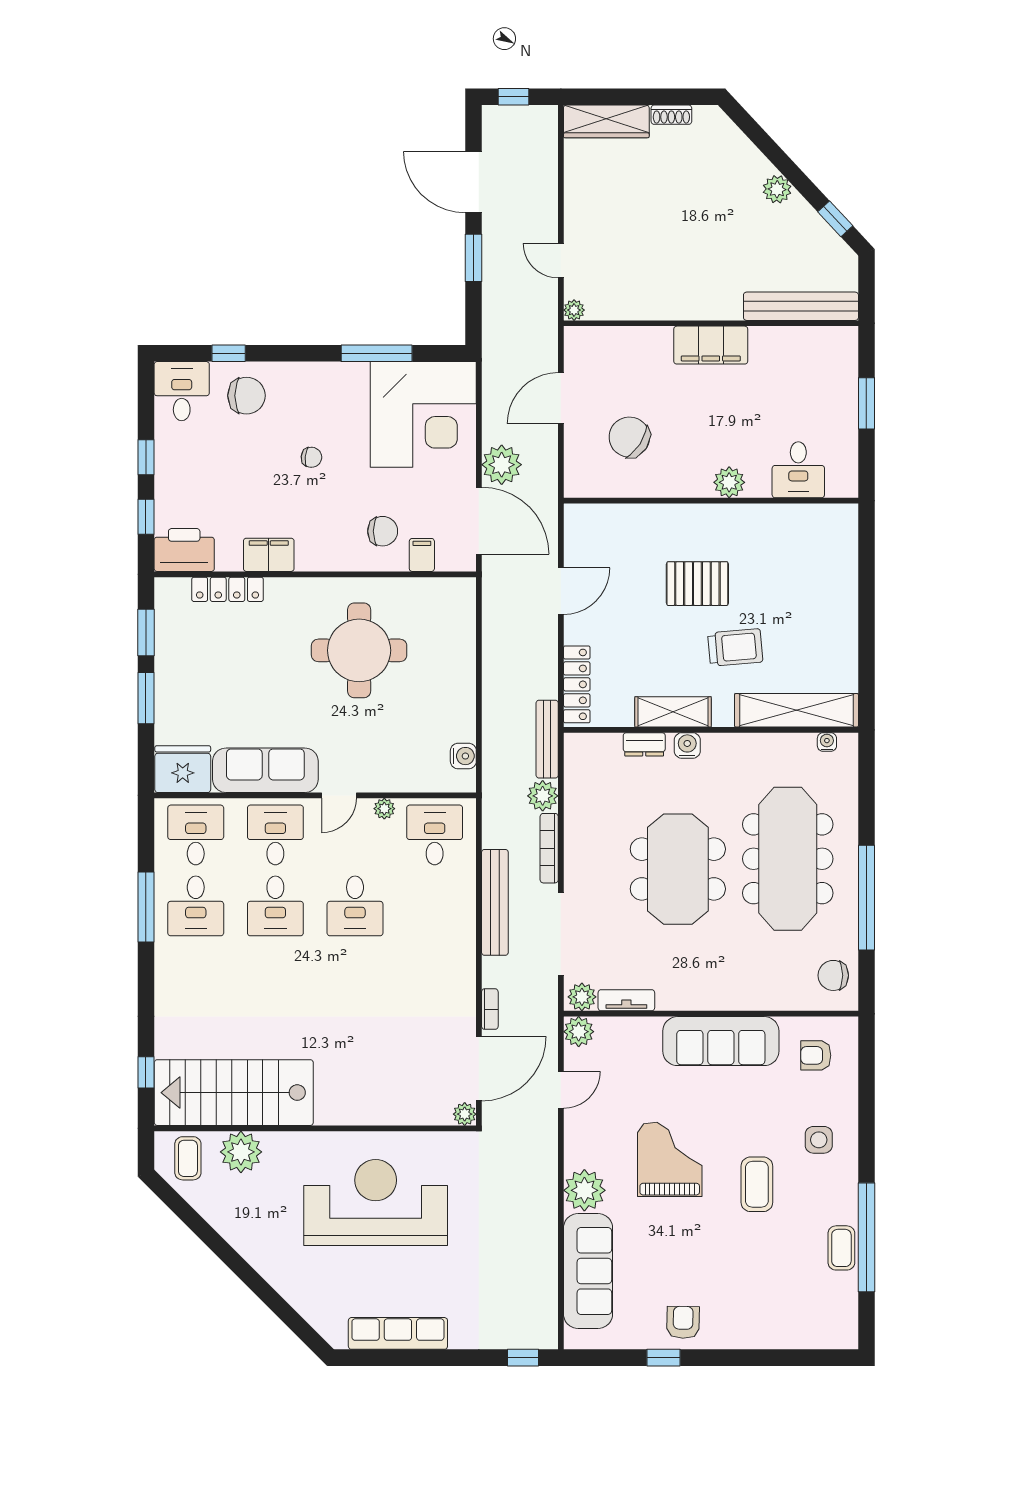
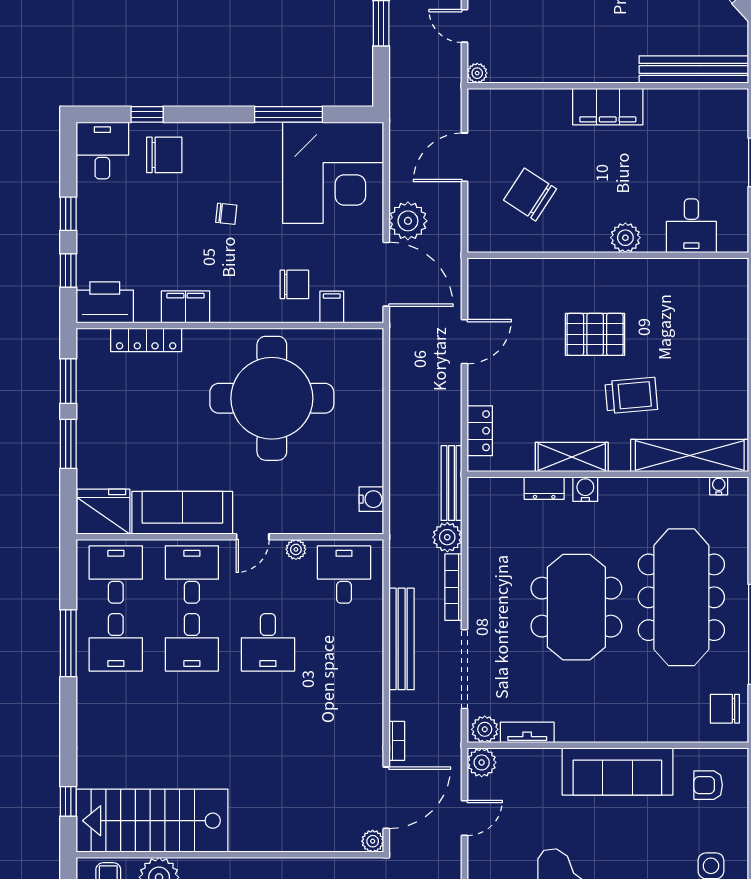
round table: (359, 650) -> (272, 398), width x1.36, depth x1.36
locker: (577, 684) -> (480, 431), width x0.66

